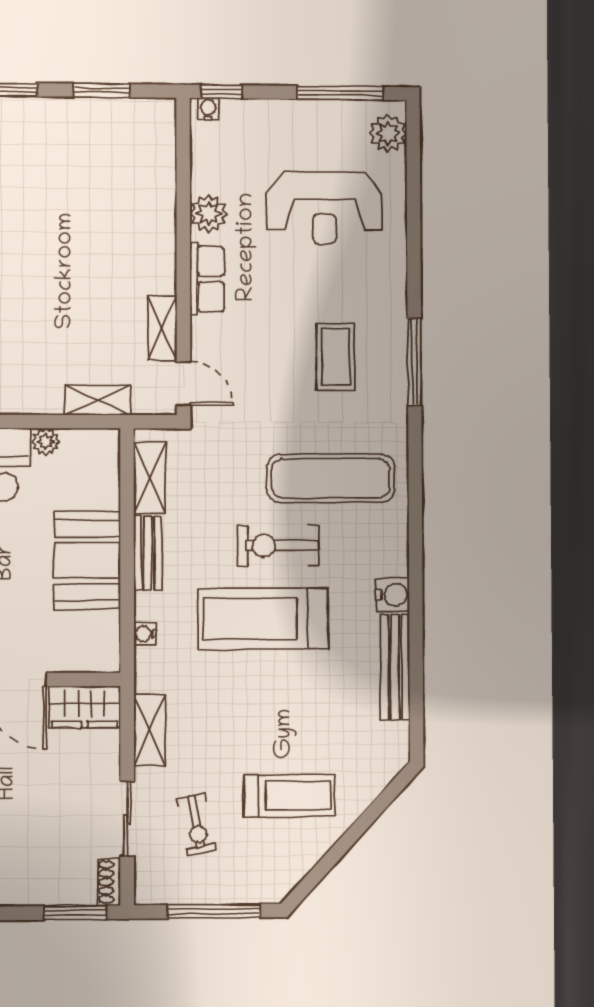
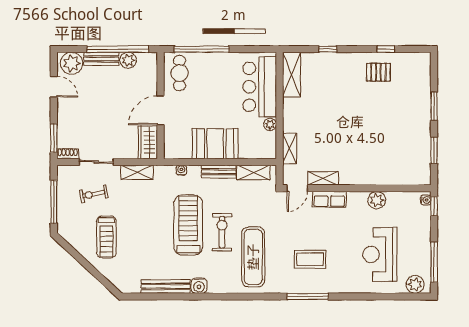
row of seats: (207, 279) -> (329, 199), moved

